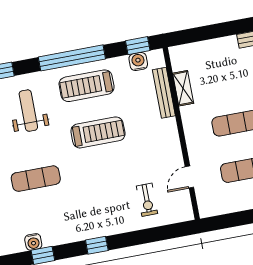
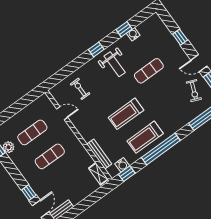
treadmill: (87, 86) -> (145, 137), turned 180
shelving: (183, 88) -> (98, 174), moved
weight bench: (28, 111) -> (115, 64), moved
door: (189, 177) -> (62, 113), hinge flipped

